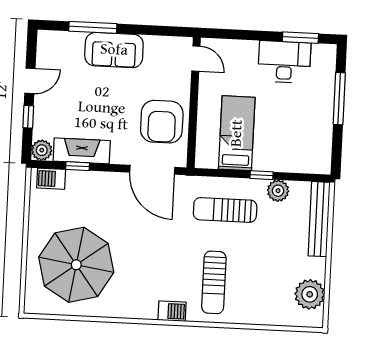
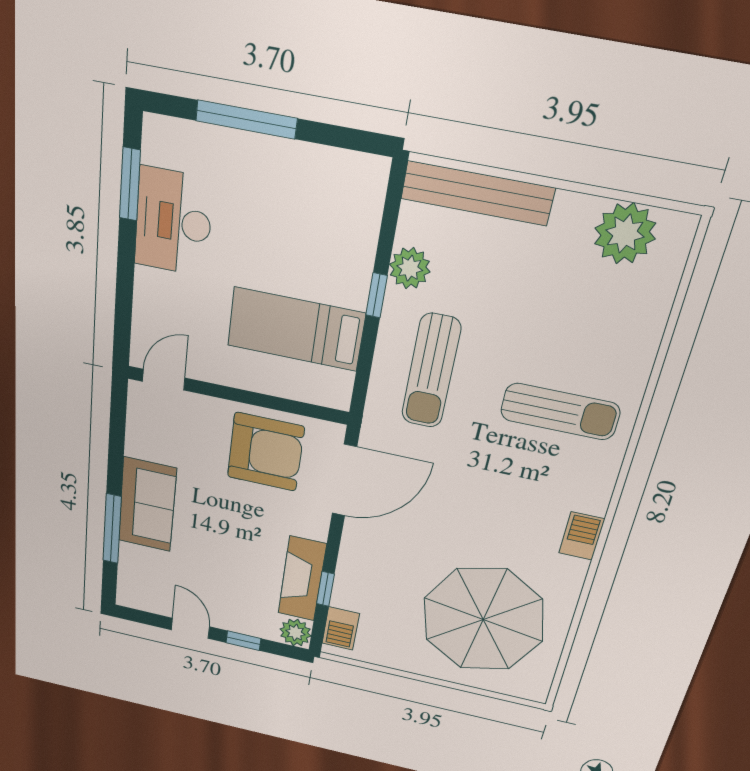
barbecue: (172, 311) -> (582, 536), moved

